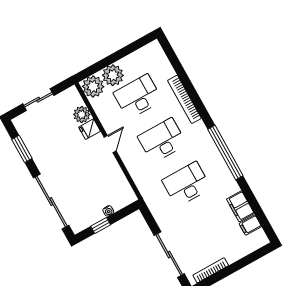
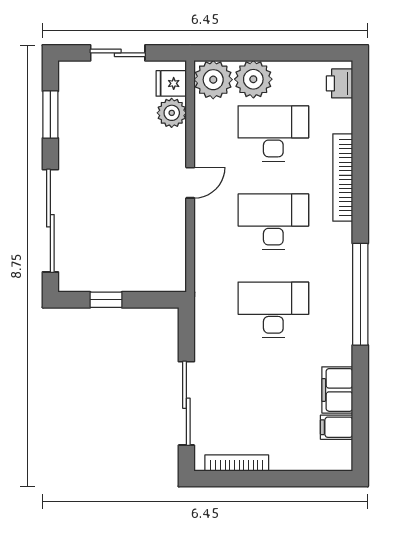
printer: (157, 54) -> (340, 83), added
fridge: (90, 129) -> (171, 83), moved
water cooler: (108, 211) -> (130, 284), removed

